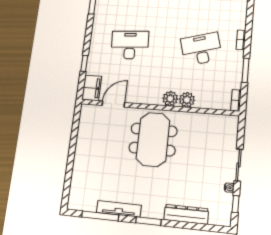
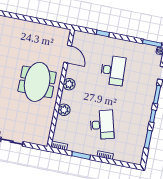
filing cabinet: (92, 88) -> (82, 38), removed
plant: (170, 99) -> (69, 84), moved
meeting table: (153, 139) -> (37, 82), turned 90

